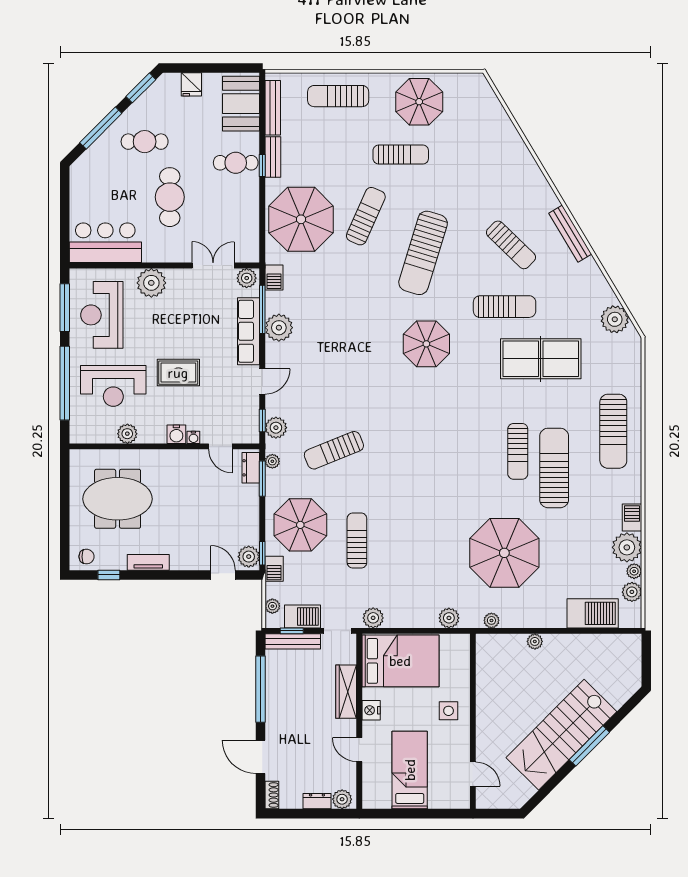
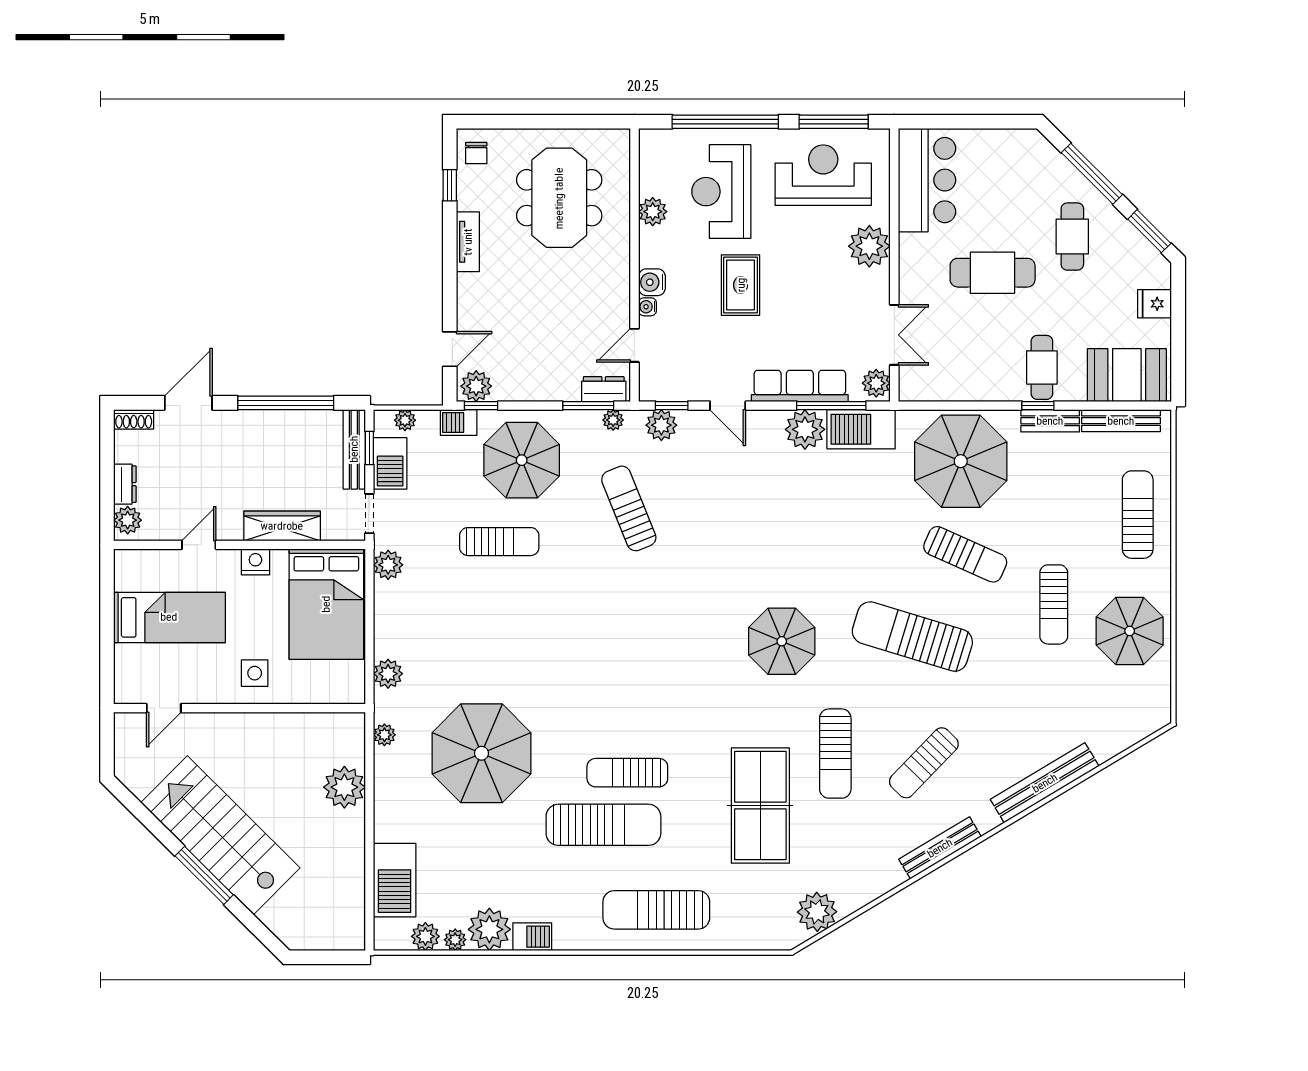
bench: (525, 161) -> (1045, 783), added
barbecue: (274, 278) -> (861, 429), width x1.88, depth x1.53
plant: (535, 641) -> (344, 787), width x1.88, depth x1.88

